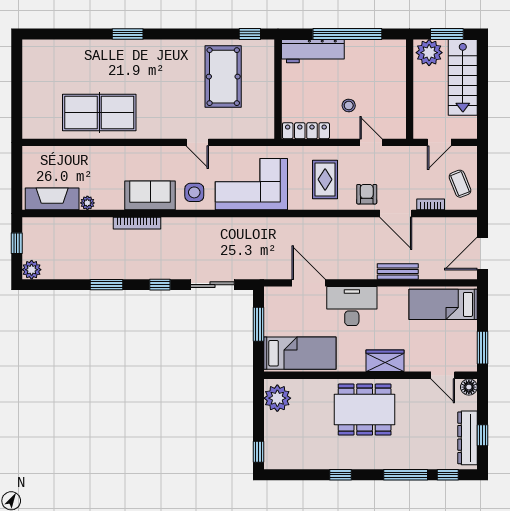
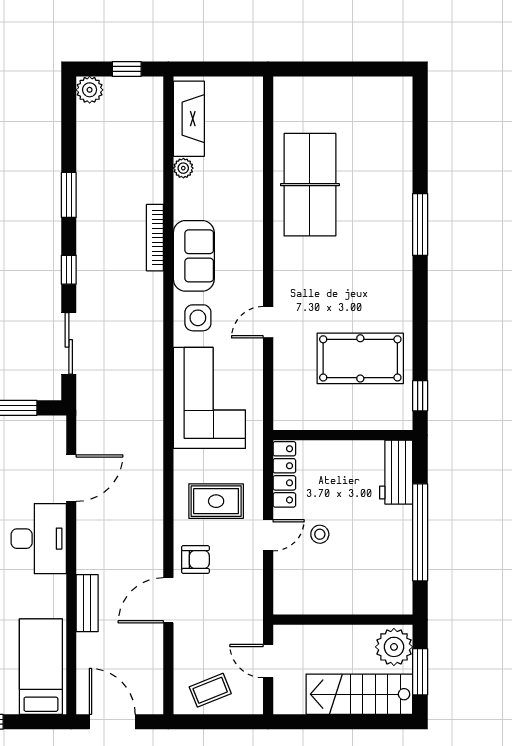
window: (128, 34) -> (420, 224), width x1.44
workbench: (313, 51) -> (396, 472), width x0.73
door: (371, 142) -> (268, 535), moved
bookcase: (431, 204) -> (181, 649), removed

